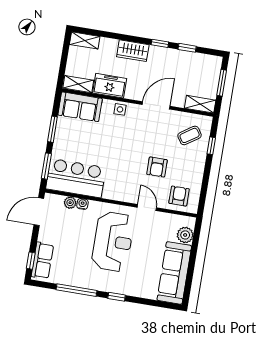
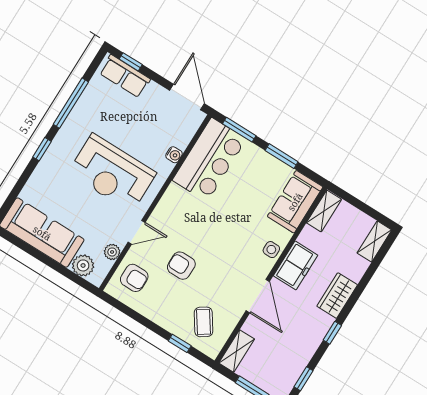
window: (187, 48) -> (304, 379), moved
freezer: (110, 86) -> (296, 265), moved
plant: (70, 203) -> (112, 252), moved

